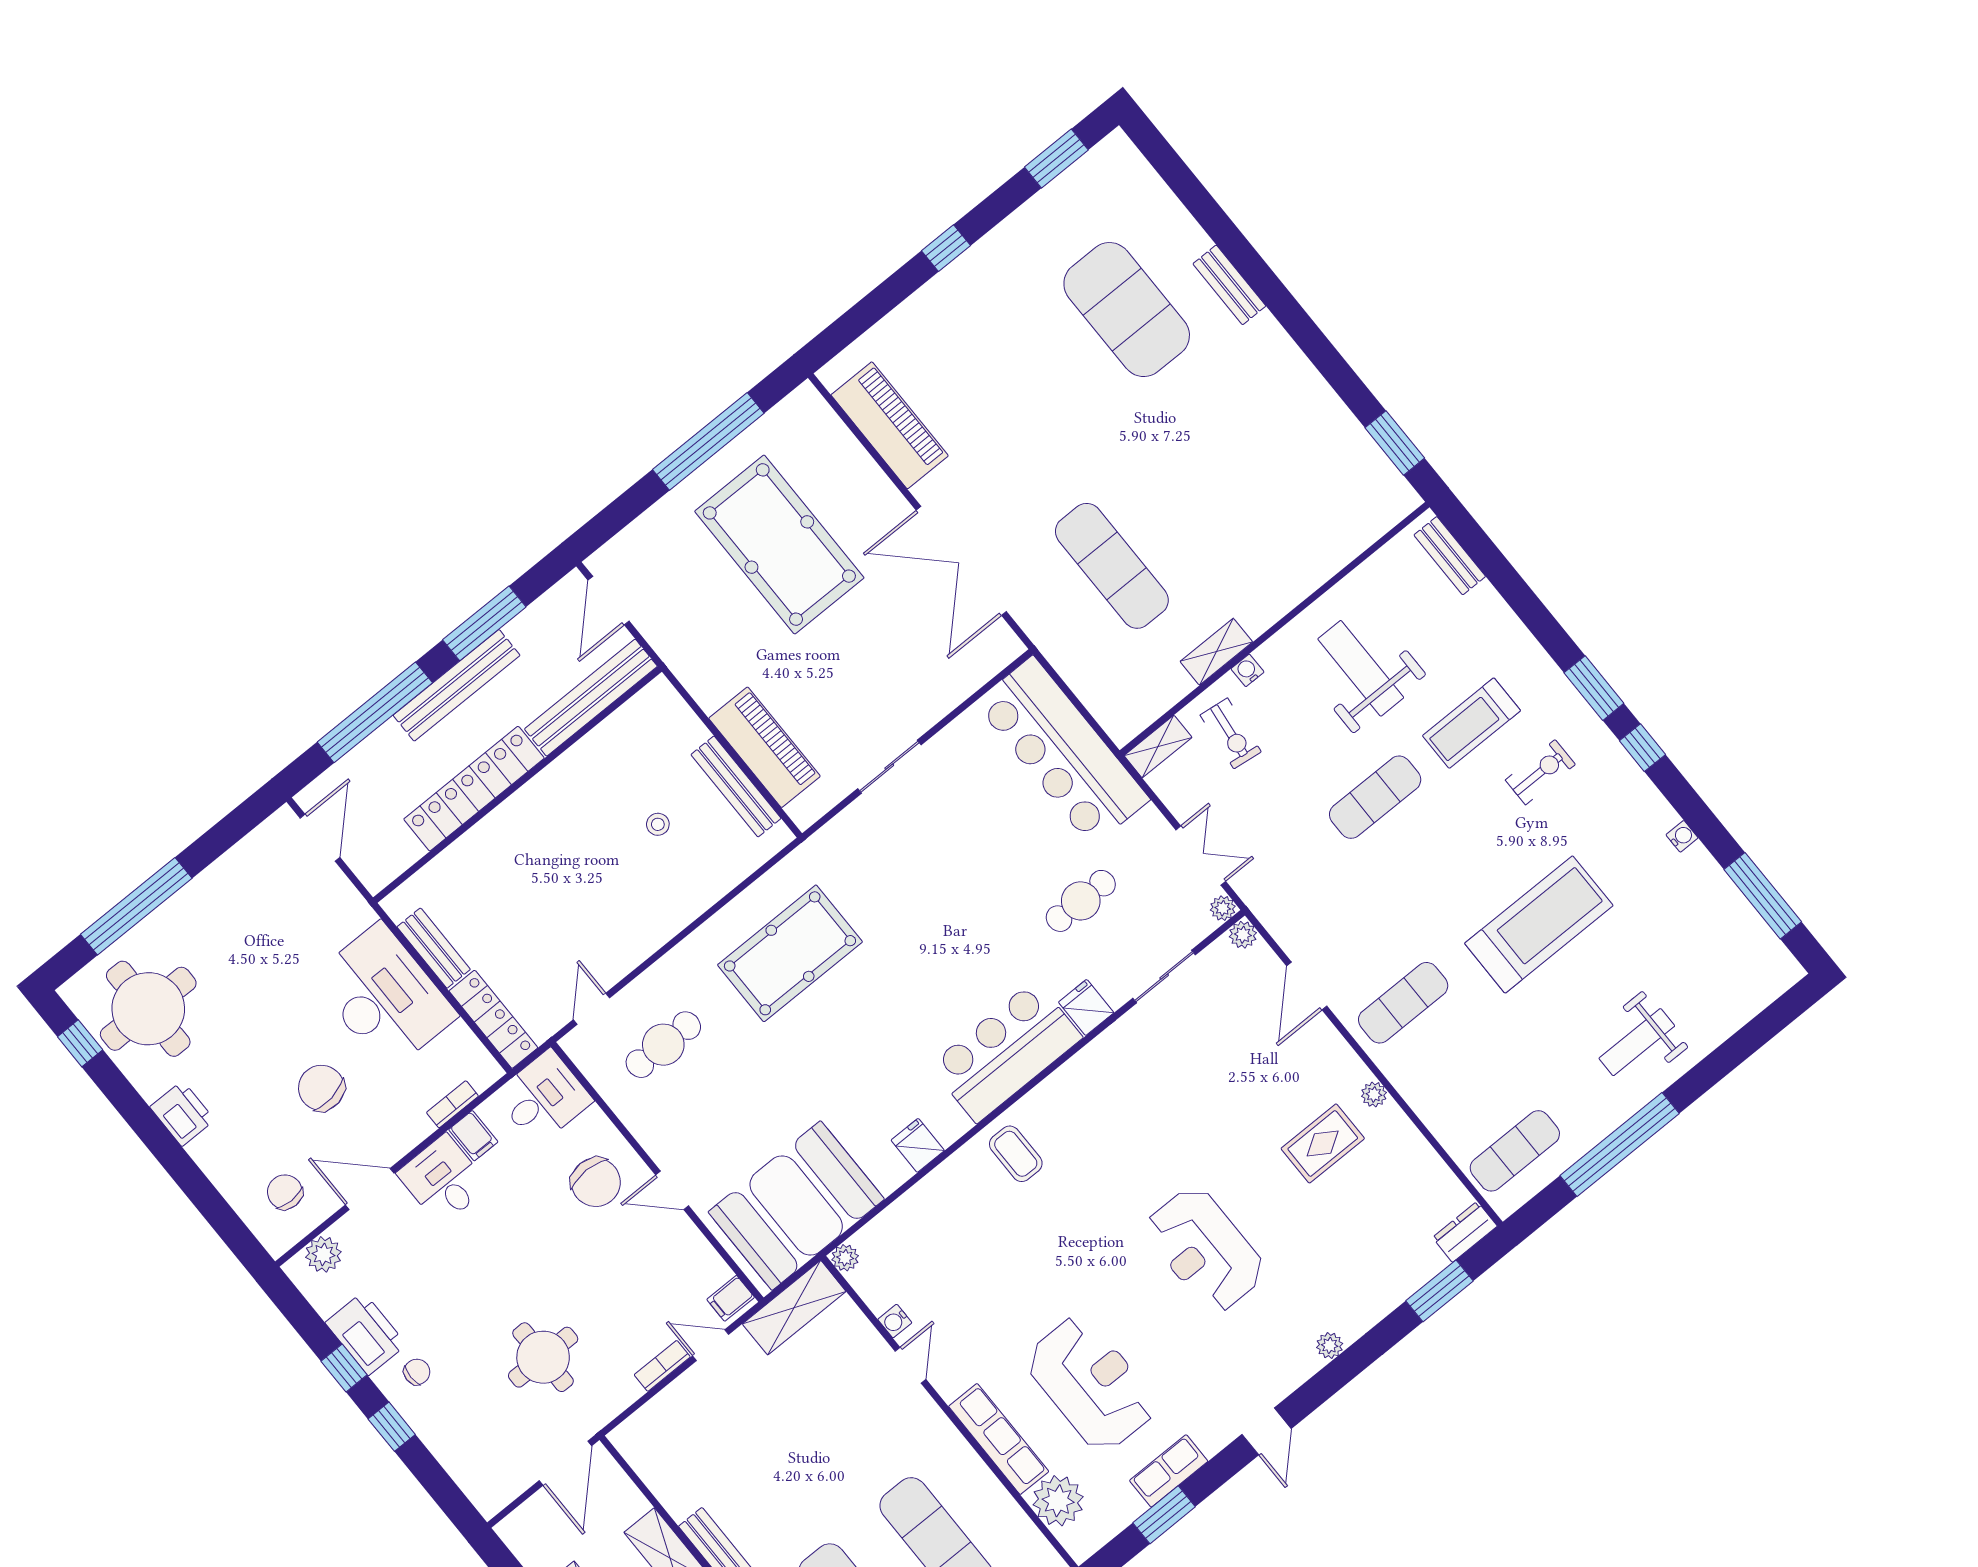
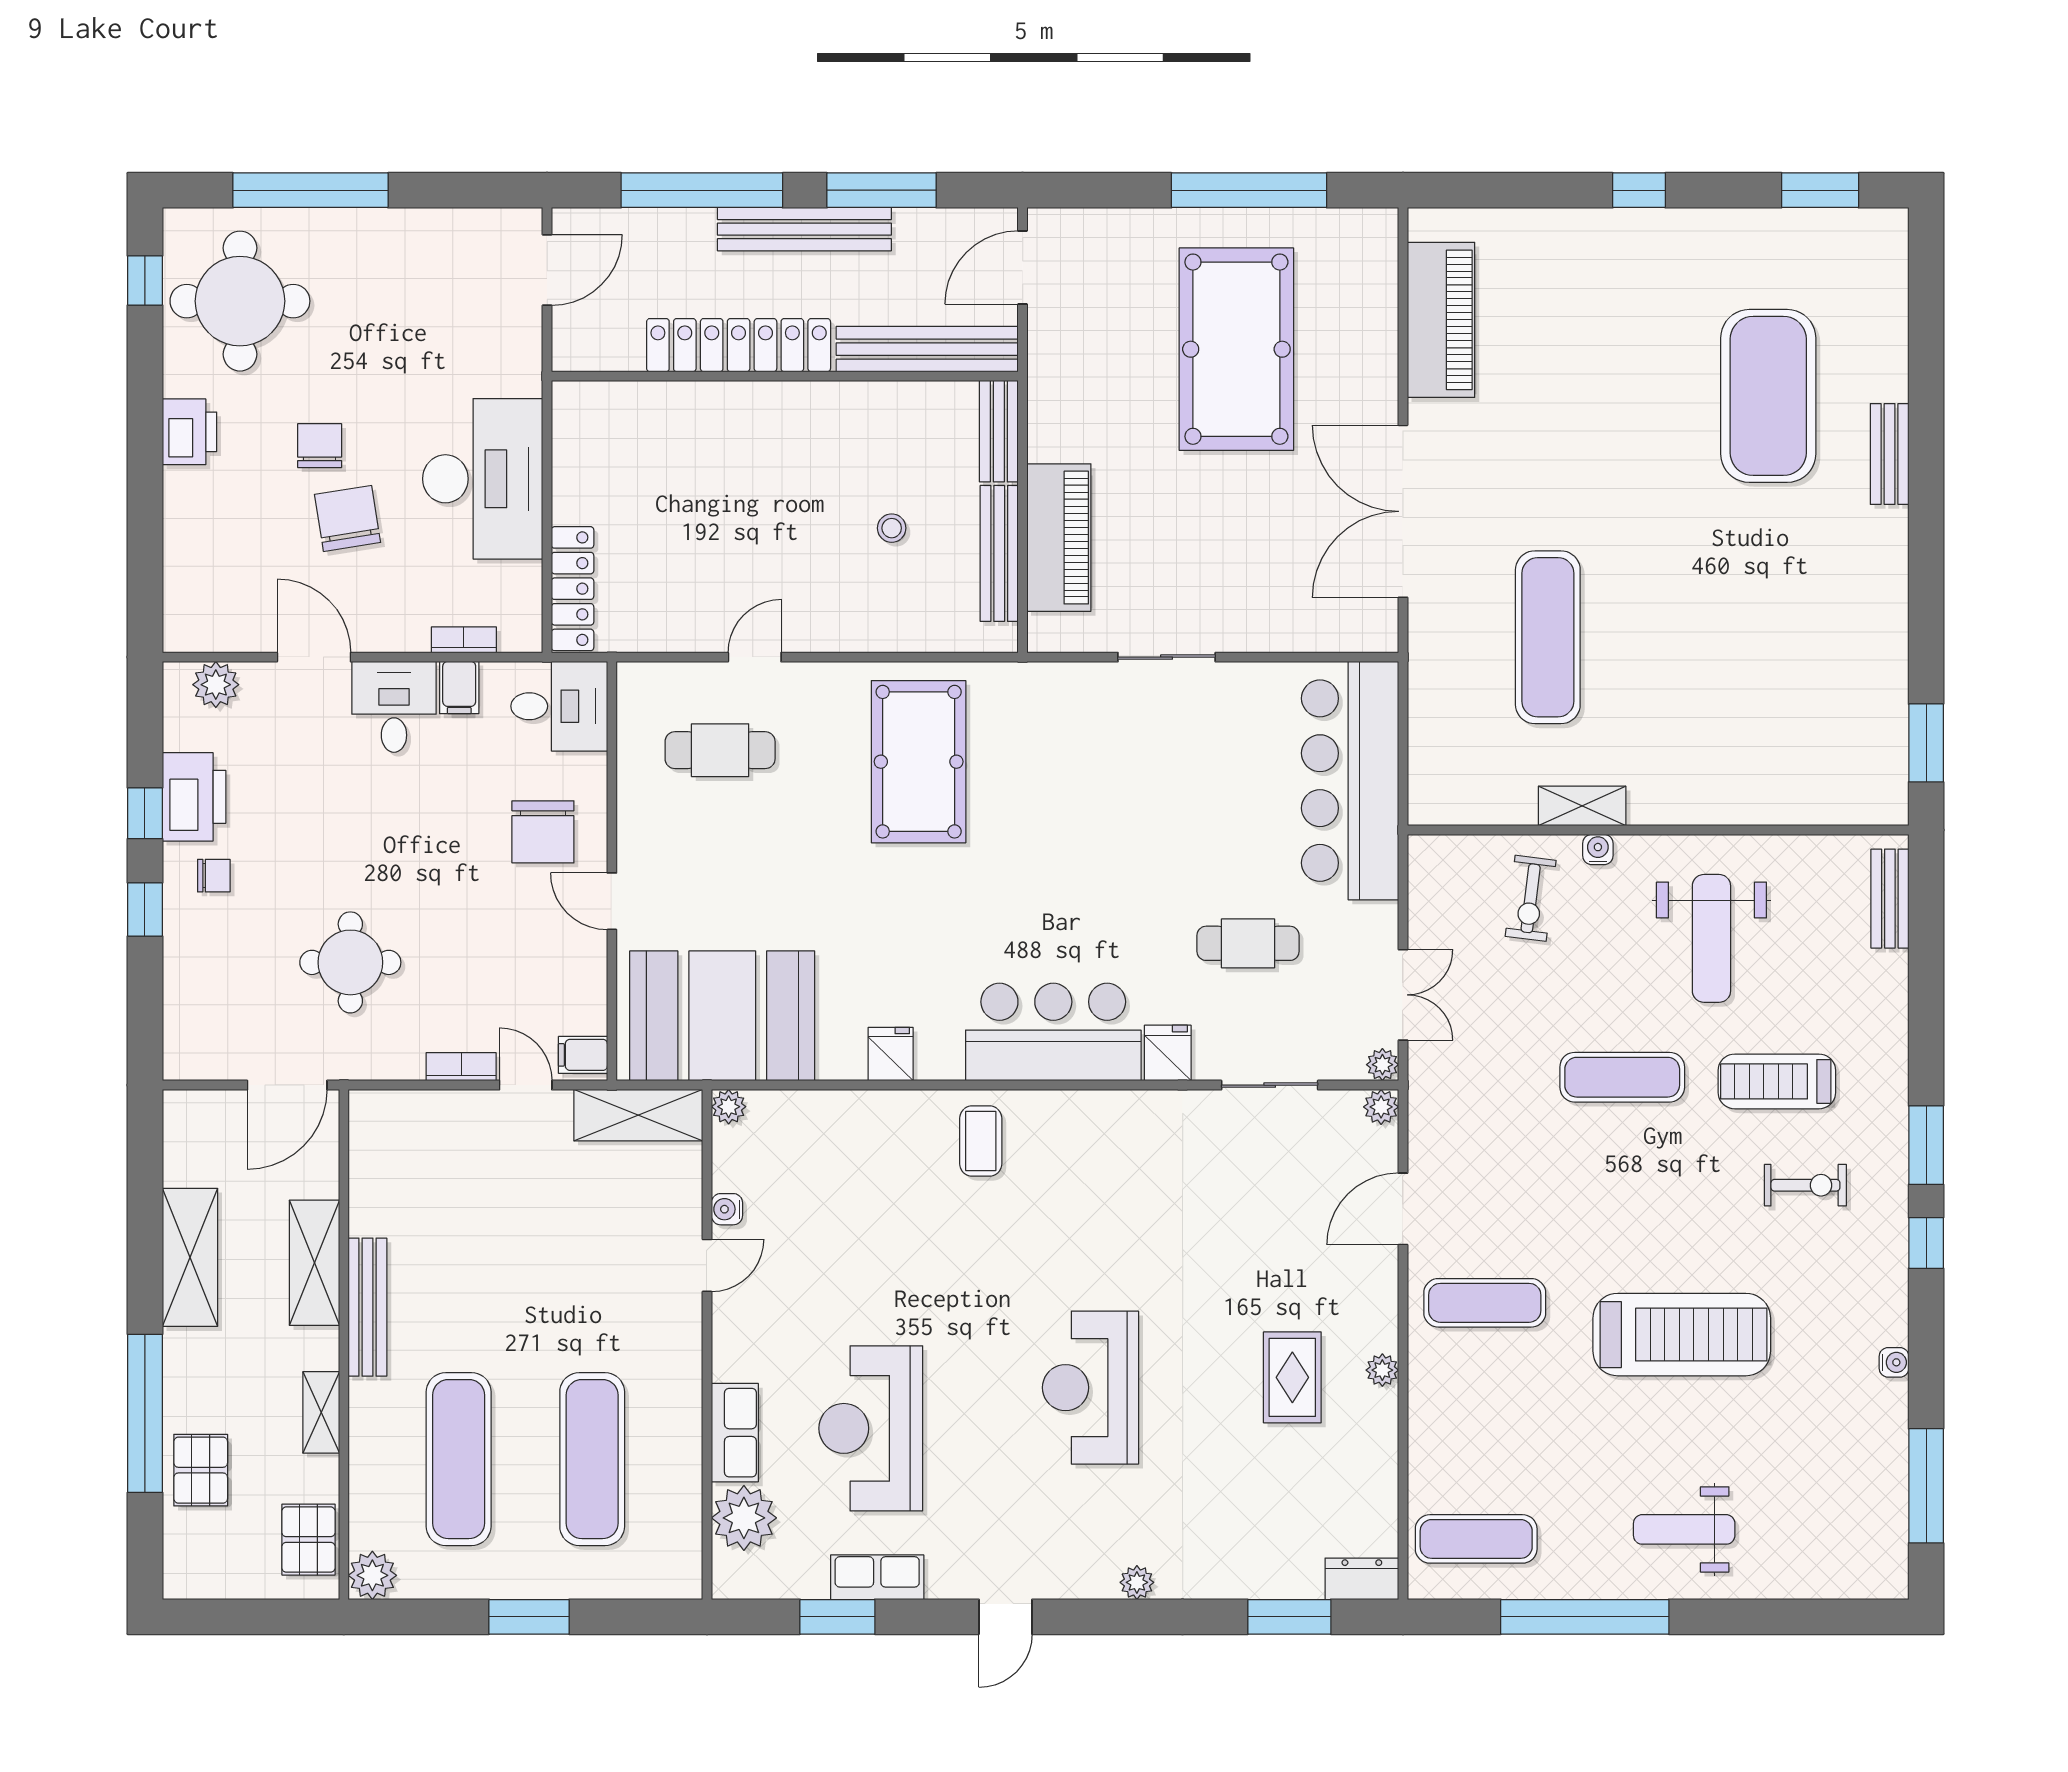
weight bench: (1361, 668) -> (1711, 938), turned 180
shelving: (1158, 746) -> (1448, 853), removed
bench: (434, 948) -> (999, 431), moved
pool table: (790, 953) -> (919, 762), turned 90
door: (592, 1009) -> (755, 657), moved
rug: (1323, 1143) -> (1292, 1377), turned 90
chair: (285, 1192) -> (320, 446), moved
reception desk: (1091, 1383) -> (871, 1428), turned 180
row of seats: (999, 1439) -> (735, 1433), width x0.68

